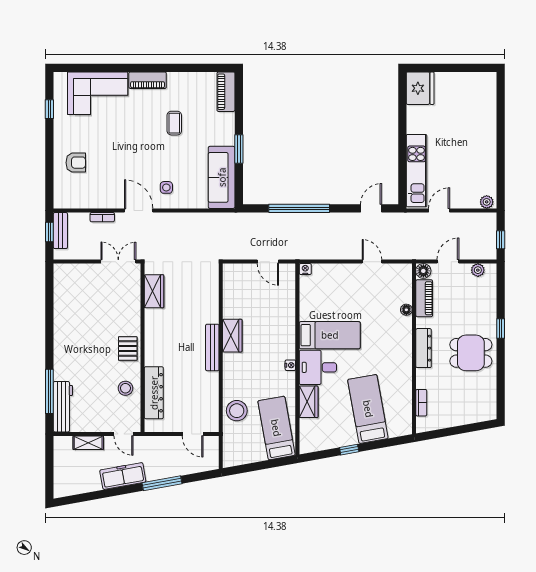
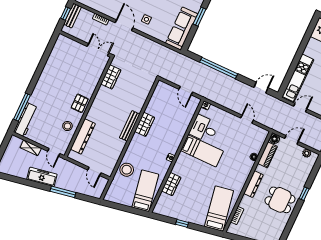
desk: (318, 367) -> (204, 129), moved
bed: (368, 409) -> (219, 209), moved

